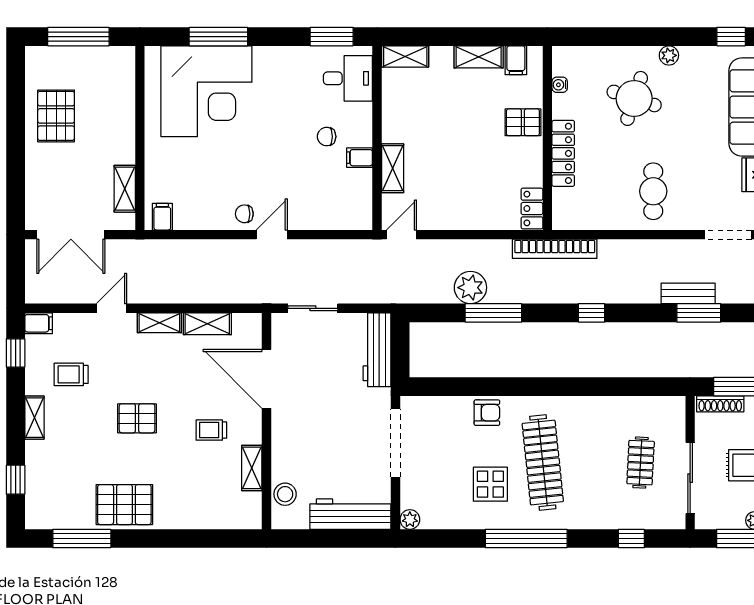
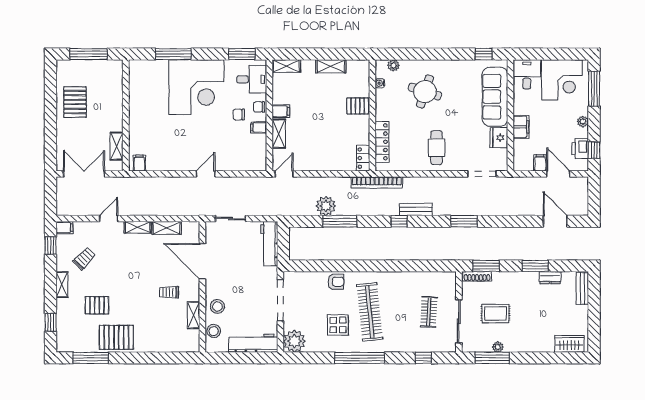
plant: (669, 55) -> (393, 65), moved
filing cabinet: (516, 60) -> (281, 111), moved, turned -90
corner desk: (206, 91) -> (196, 87), moved
locker: (563, 153) -> (382, 142), moved
chair: (244, 214) -> (259, 107), moved
double door: (71, 235) -> (84, 174), swing flipped
bench: (688, 293) -> (416, 209), moved
trolley: (71, 374) -> (84, 259), turned 134
pallet: (137, 418) -> (97, 305), moved
stool: (291, 454) -> (217, 306), added
plant: (410, 519) -> (294, 341), width x1.88, depth x1.88

